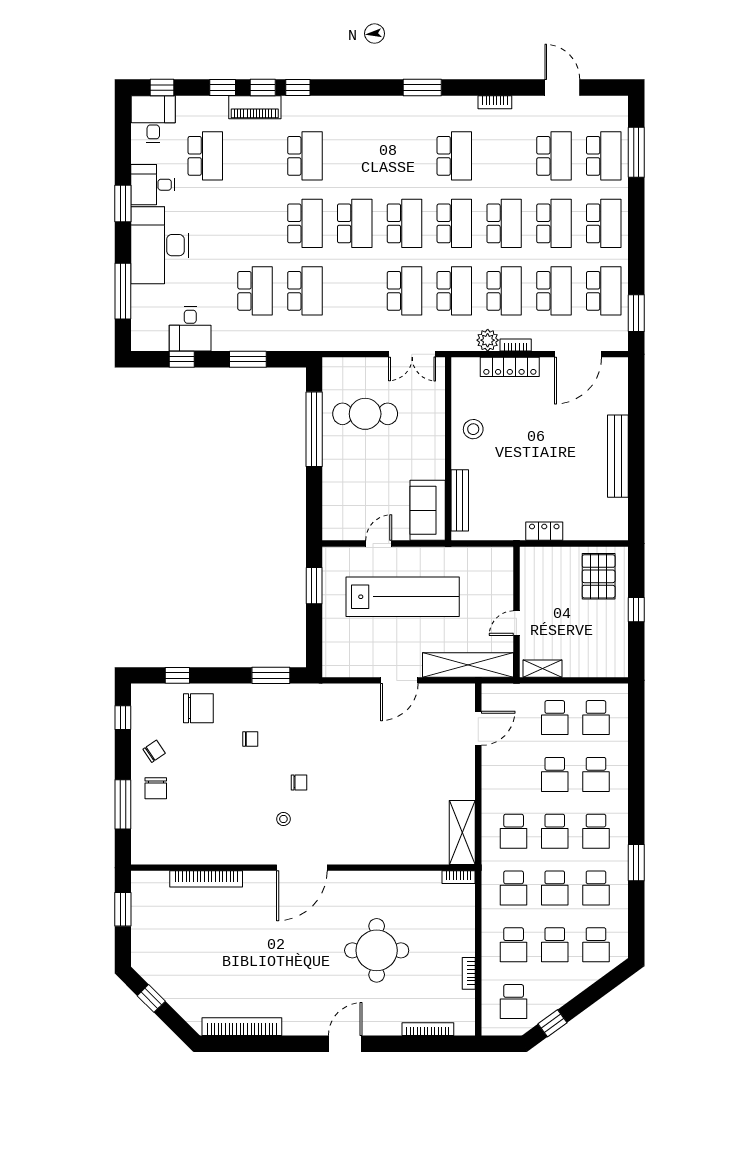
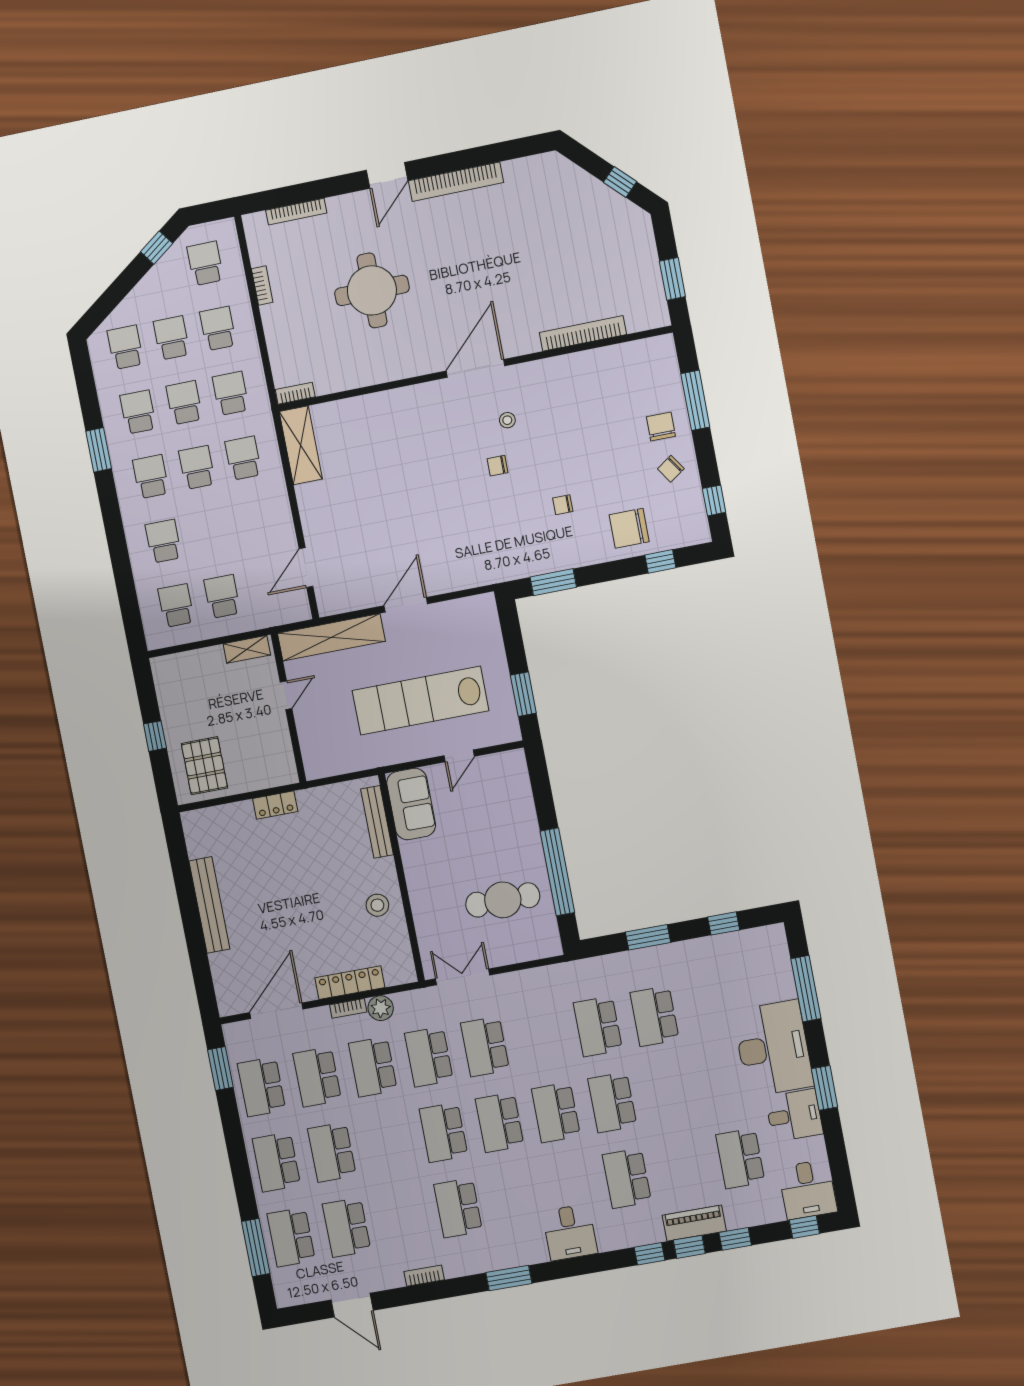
school desk: (504, 223) -> (388, 1142), removed
desk: (190, 329) -> (570, 1232), moved, turned 180
school desk: (555, 774) -> (210, 532), removed
bookcase: (242, 1027) -> (456, 182), moved

